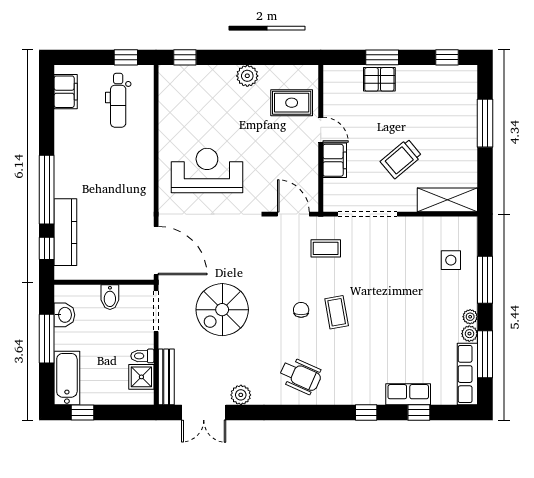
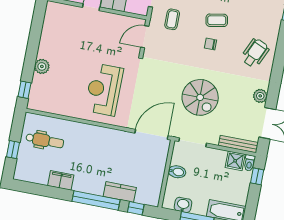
window: (126, 57) -> (13, 150), moved
plant: (247, 76) -> (42, 66), moved
filing cabinet: (66, 92) -> (61, 180), moved
rug: (292, 103) -> (69, 23), removed
kitchen counter: (65, 232) -> (120, 192), width x0.67
toilet: (142, 356) -> (249, 163), moved
window: (82, 412) -> (257, 176), moved

